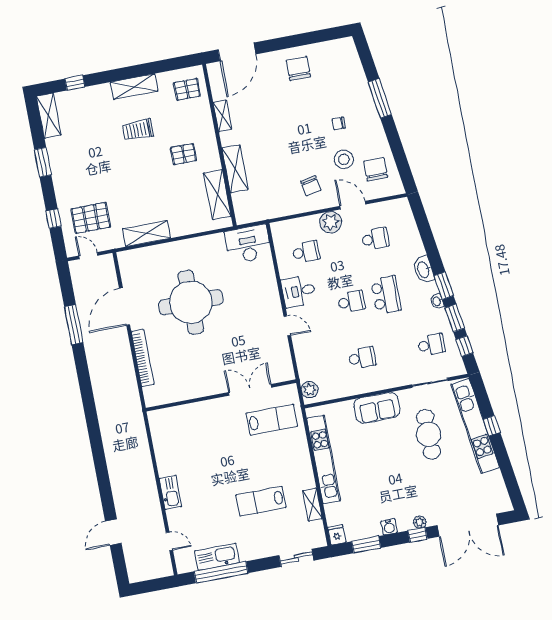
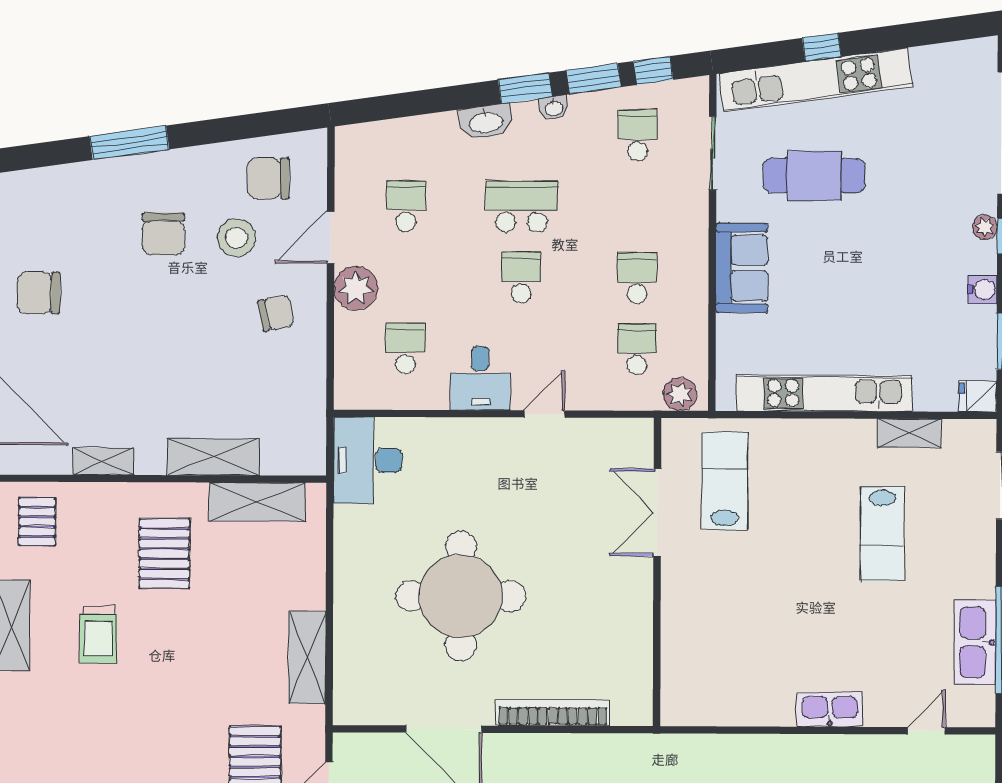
chair: (339, 123) -> (163, 234), width x1.87, depth x1.87
pallet: (183, 154) -> (164, 554), width x1.50, depth x1.42
school desk: (327, 364) -> (637, 349), added

